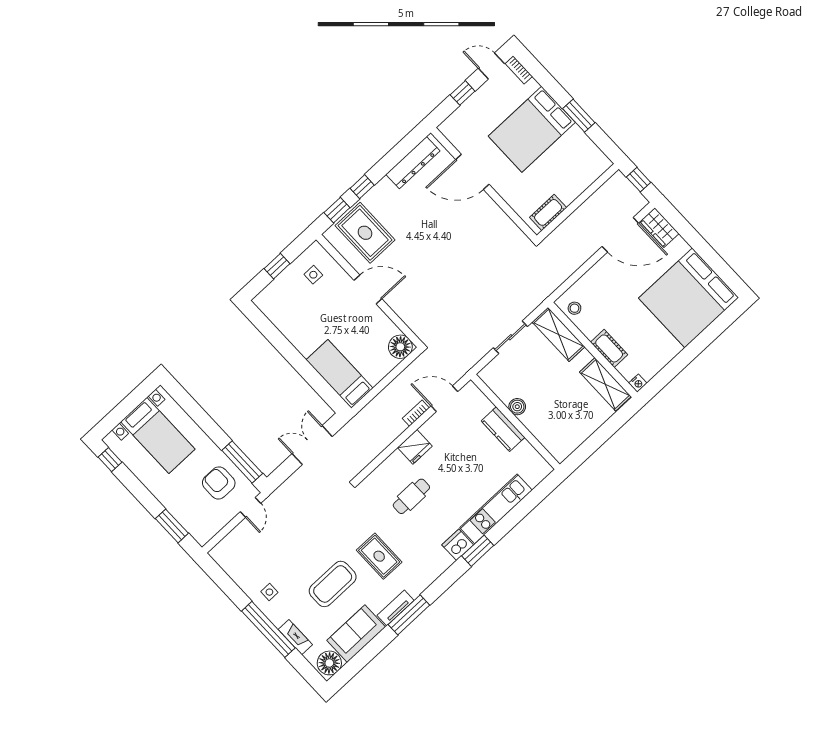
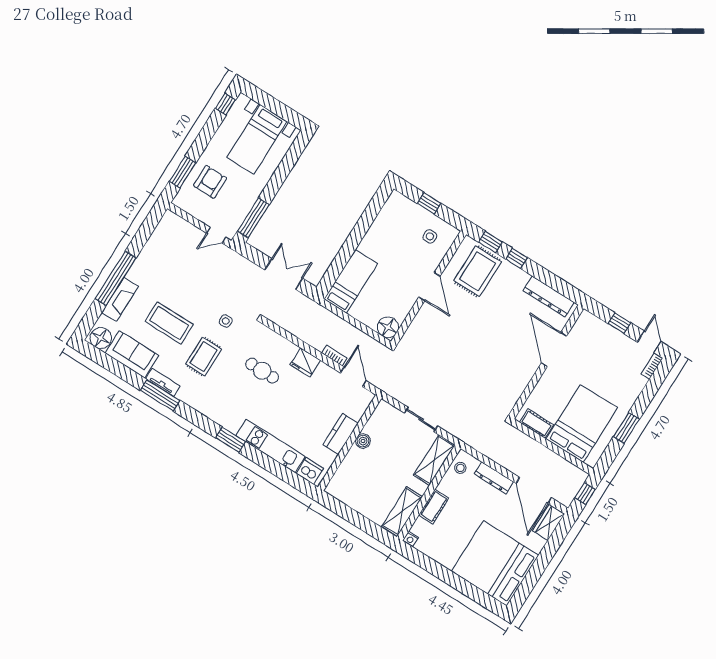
bed: (532, 129) -> (582, 423), moved, turned 90
dresser: (595, 274) -> (494, 478), added
armchair: (219, 483) -> (210, 182), moved
dishwasher: (458, 545) -> (310, 471), moved
side table: (269, 592) -> (226, 321), moved
fireplace: (295, 637) -> (120, 299), width x1.37, depth x1.32

